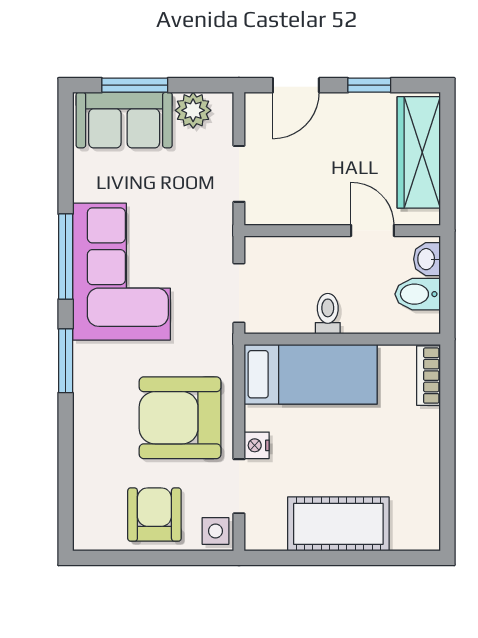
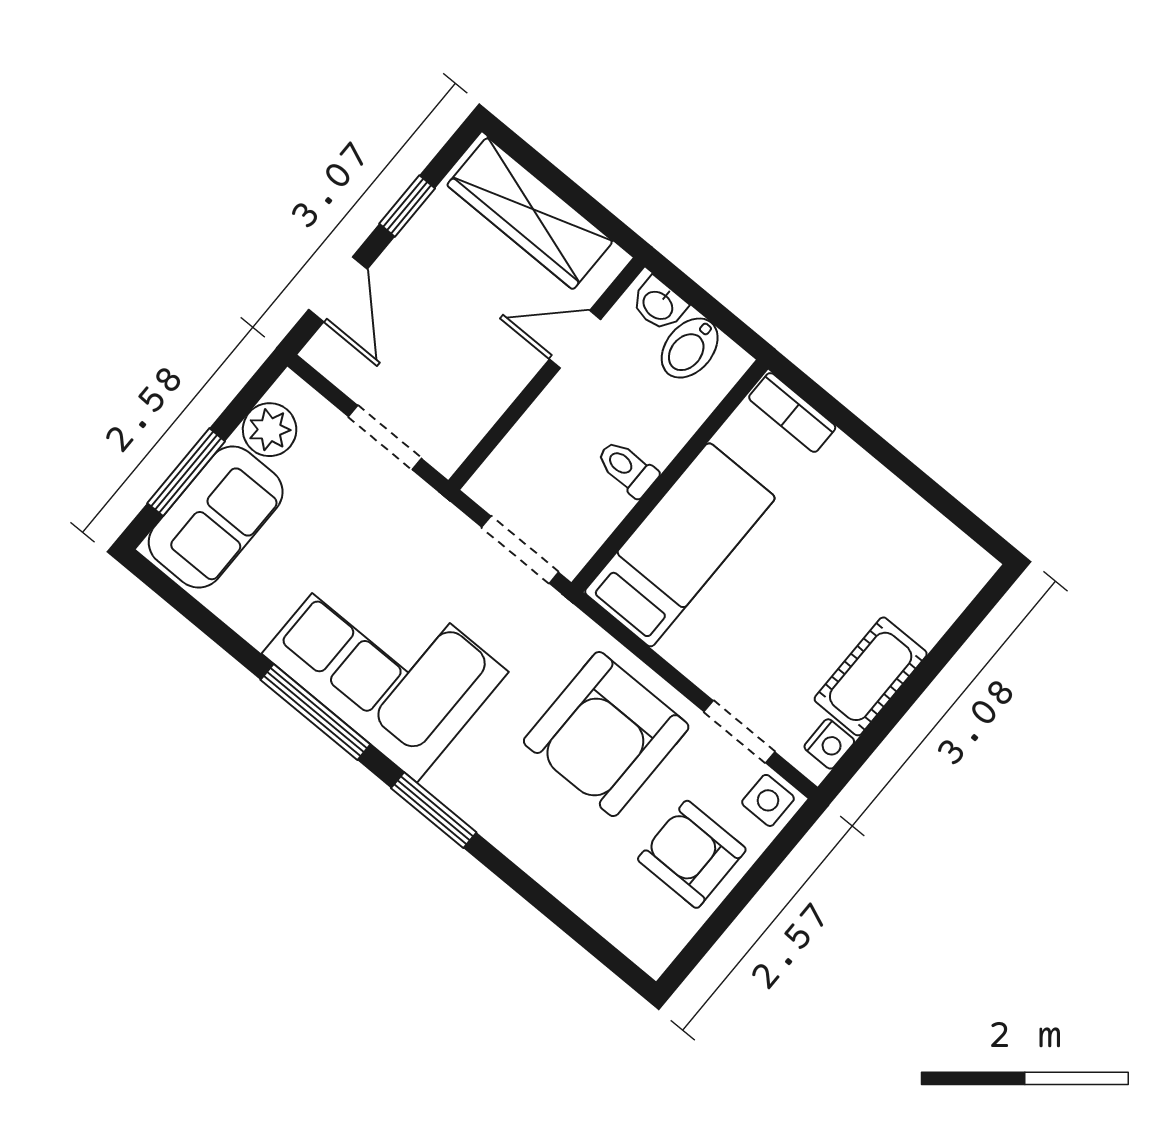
nightstand: (257, 445) -> (829, 744), moved, turned -90
cot: (338, 524) -> (871, 676), width x0.73, depth x0.75

